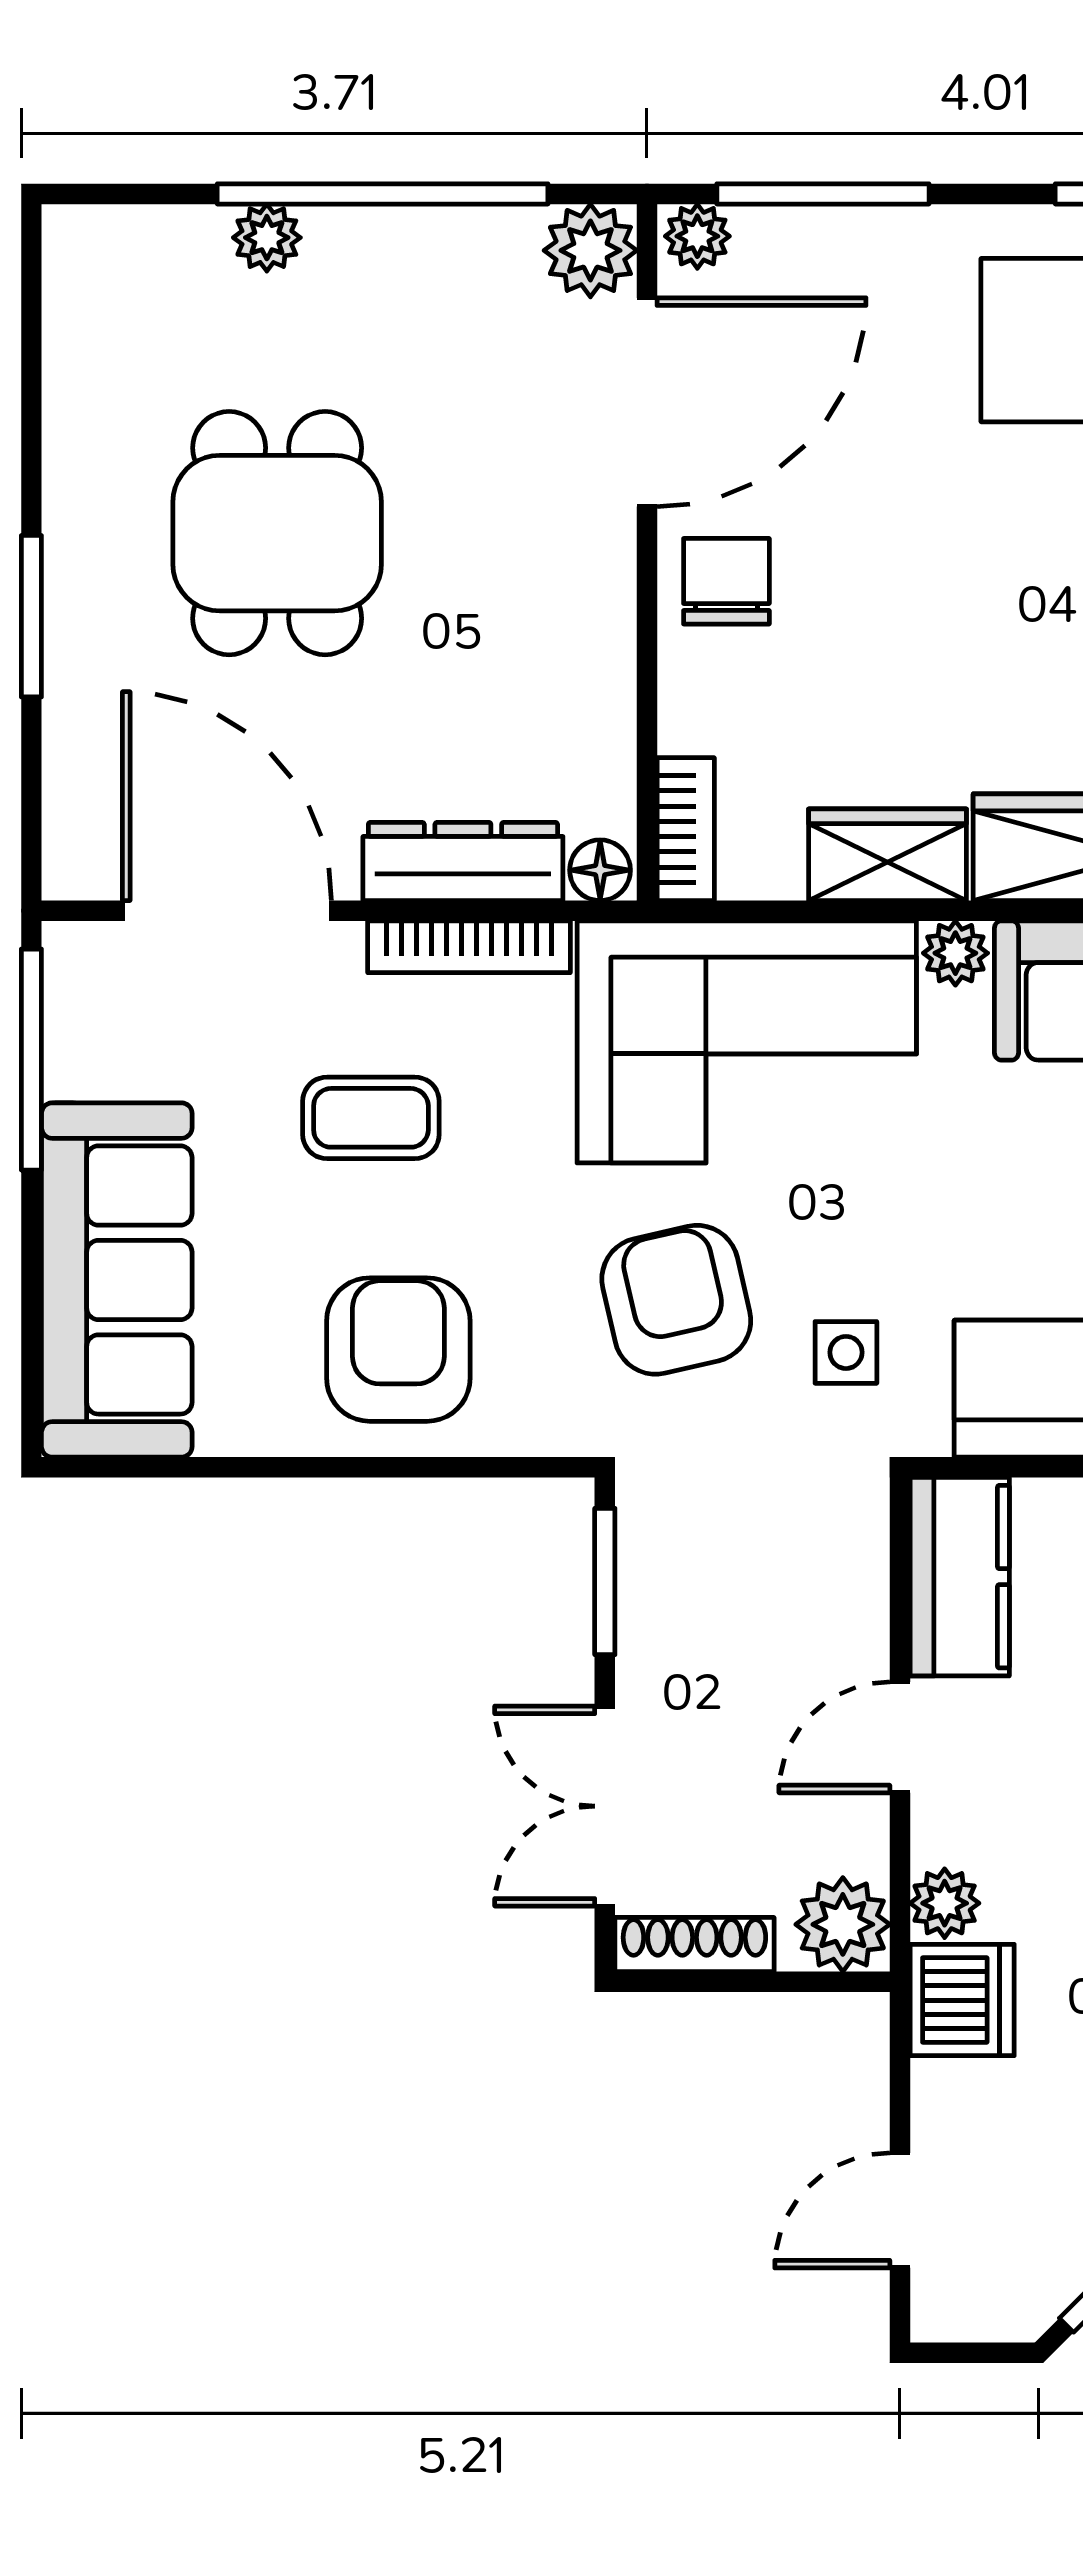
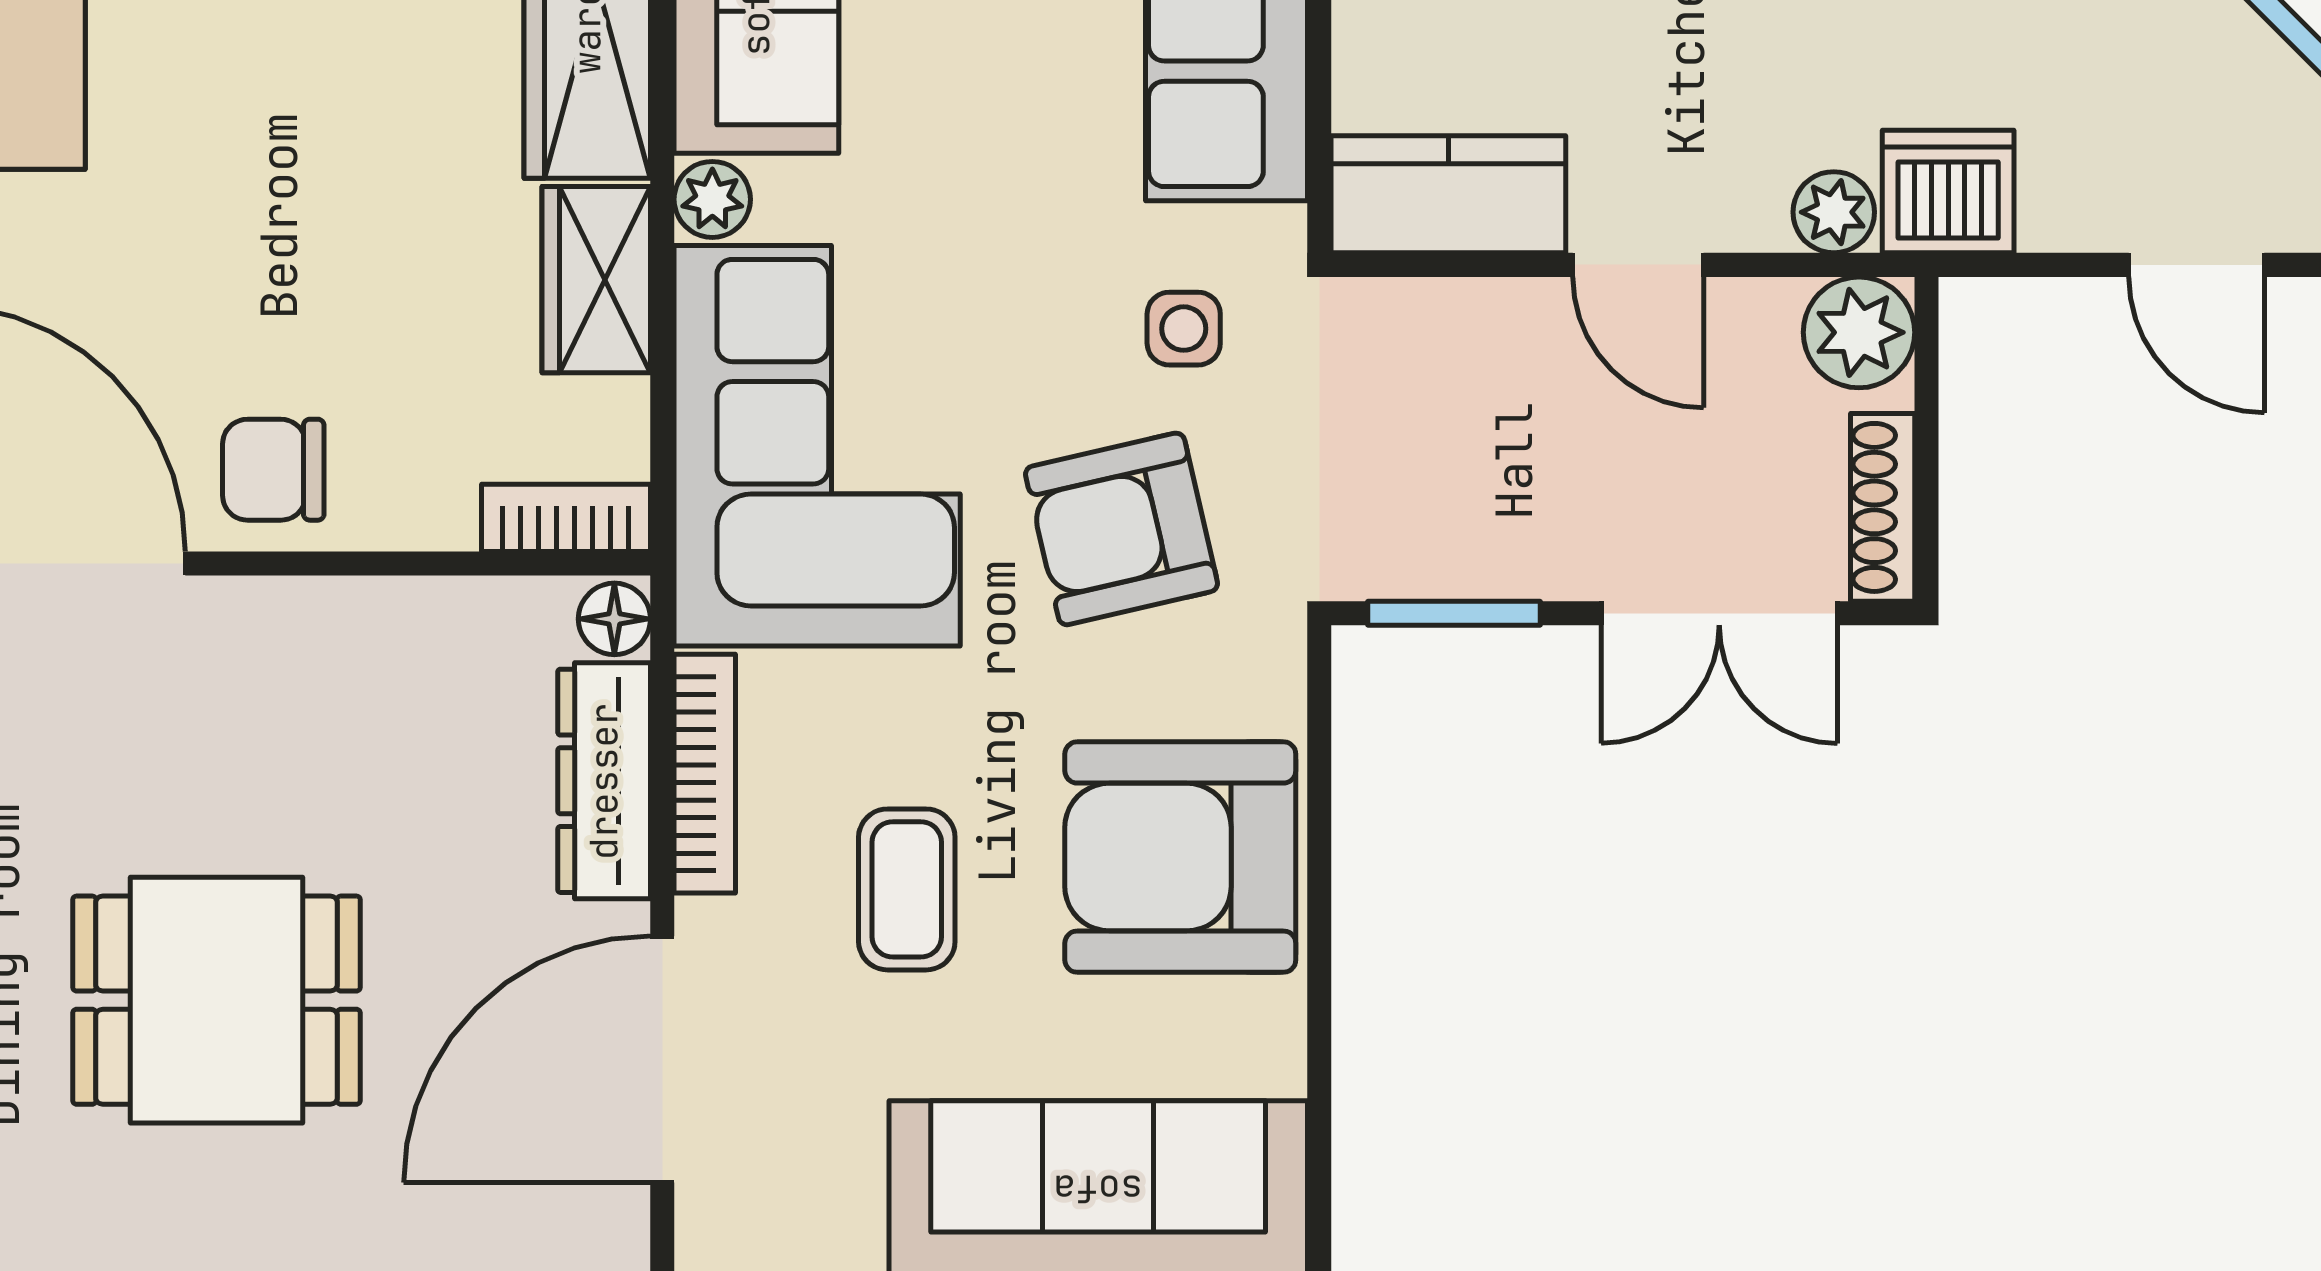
armchair: (398, 1350) -> (1180, 857), width x1.36, depth x1.36

